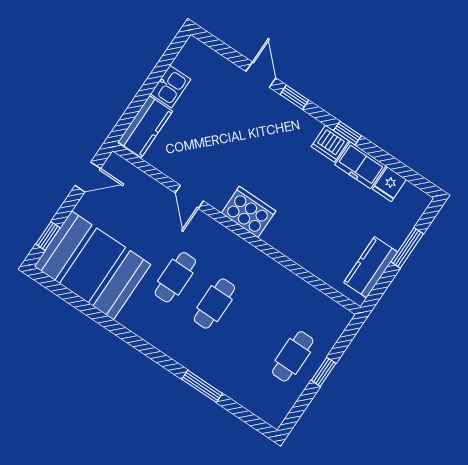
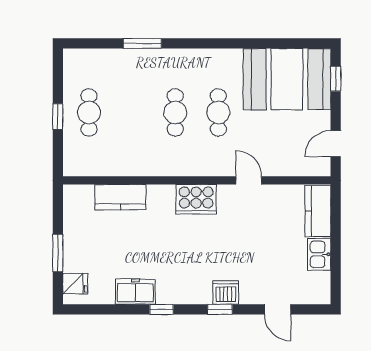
door: (261, 75) -> (278, 309), moved
dishwasher: (330, 144) -> (226, 293), moved
fridge: (389, 184) -> (75, 284), moved, turned 90
kitchen counter: (371, 267) -> (120, 197), moved, turned 90

